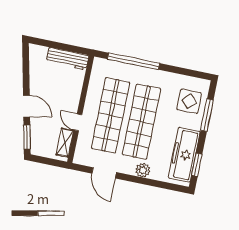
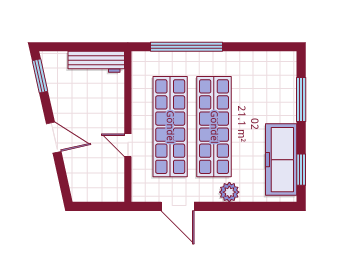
display table: (189, 101) -> (273, 86), removed
window: (27, 137) -> (40, 76), moved
shelving: (65, 143) -> (116, 176), removed

